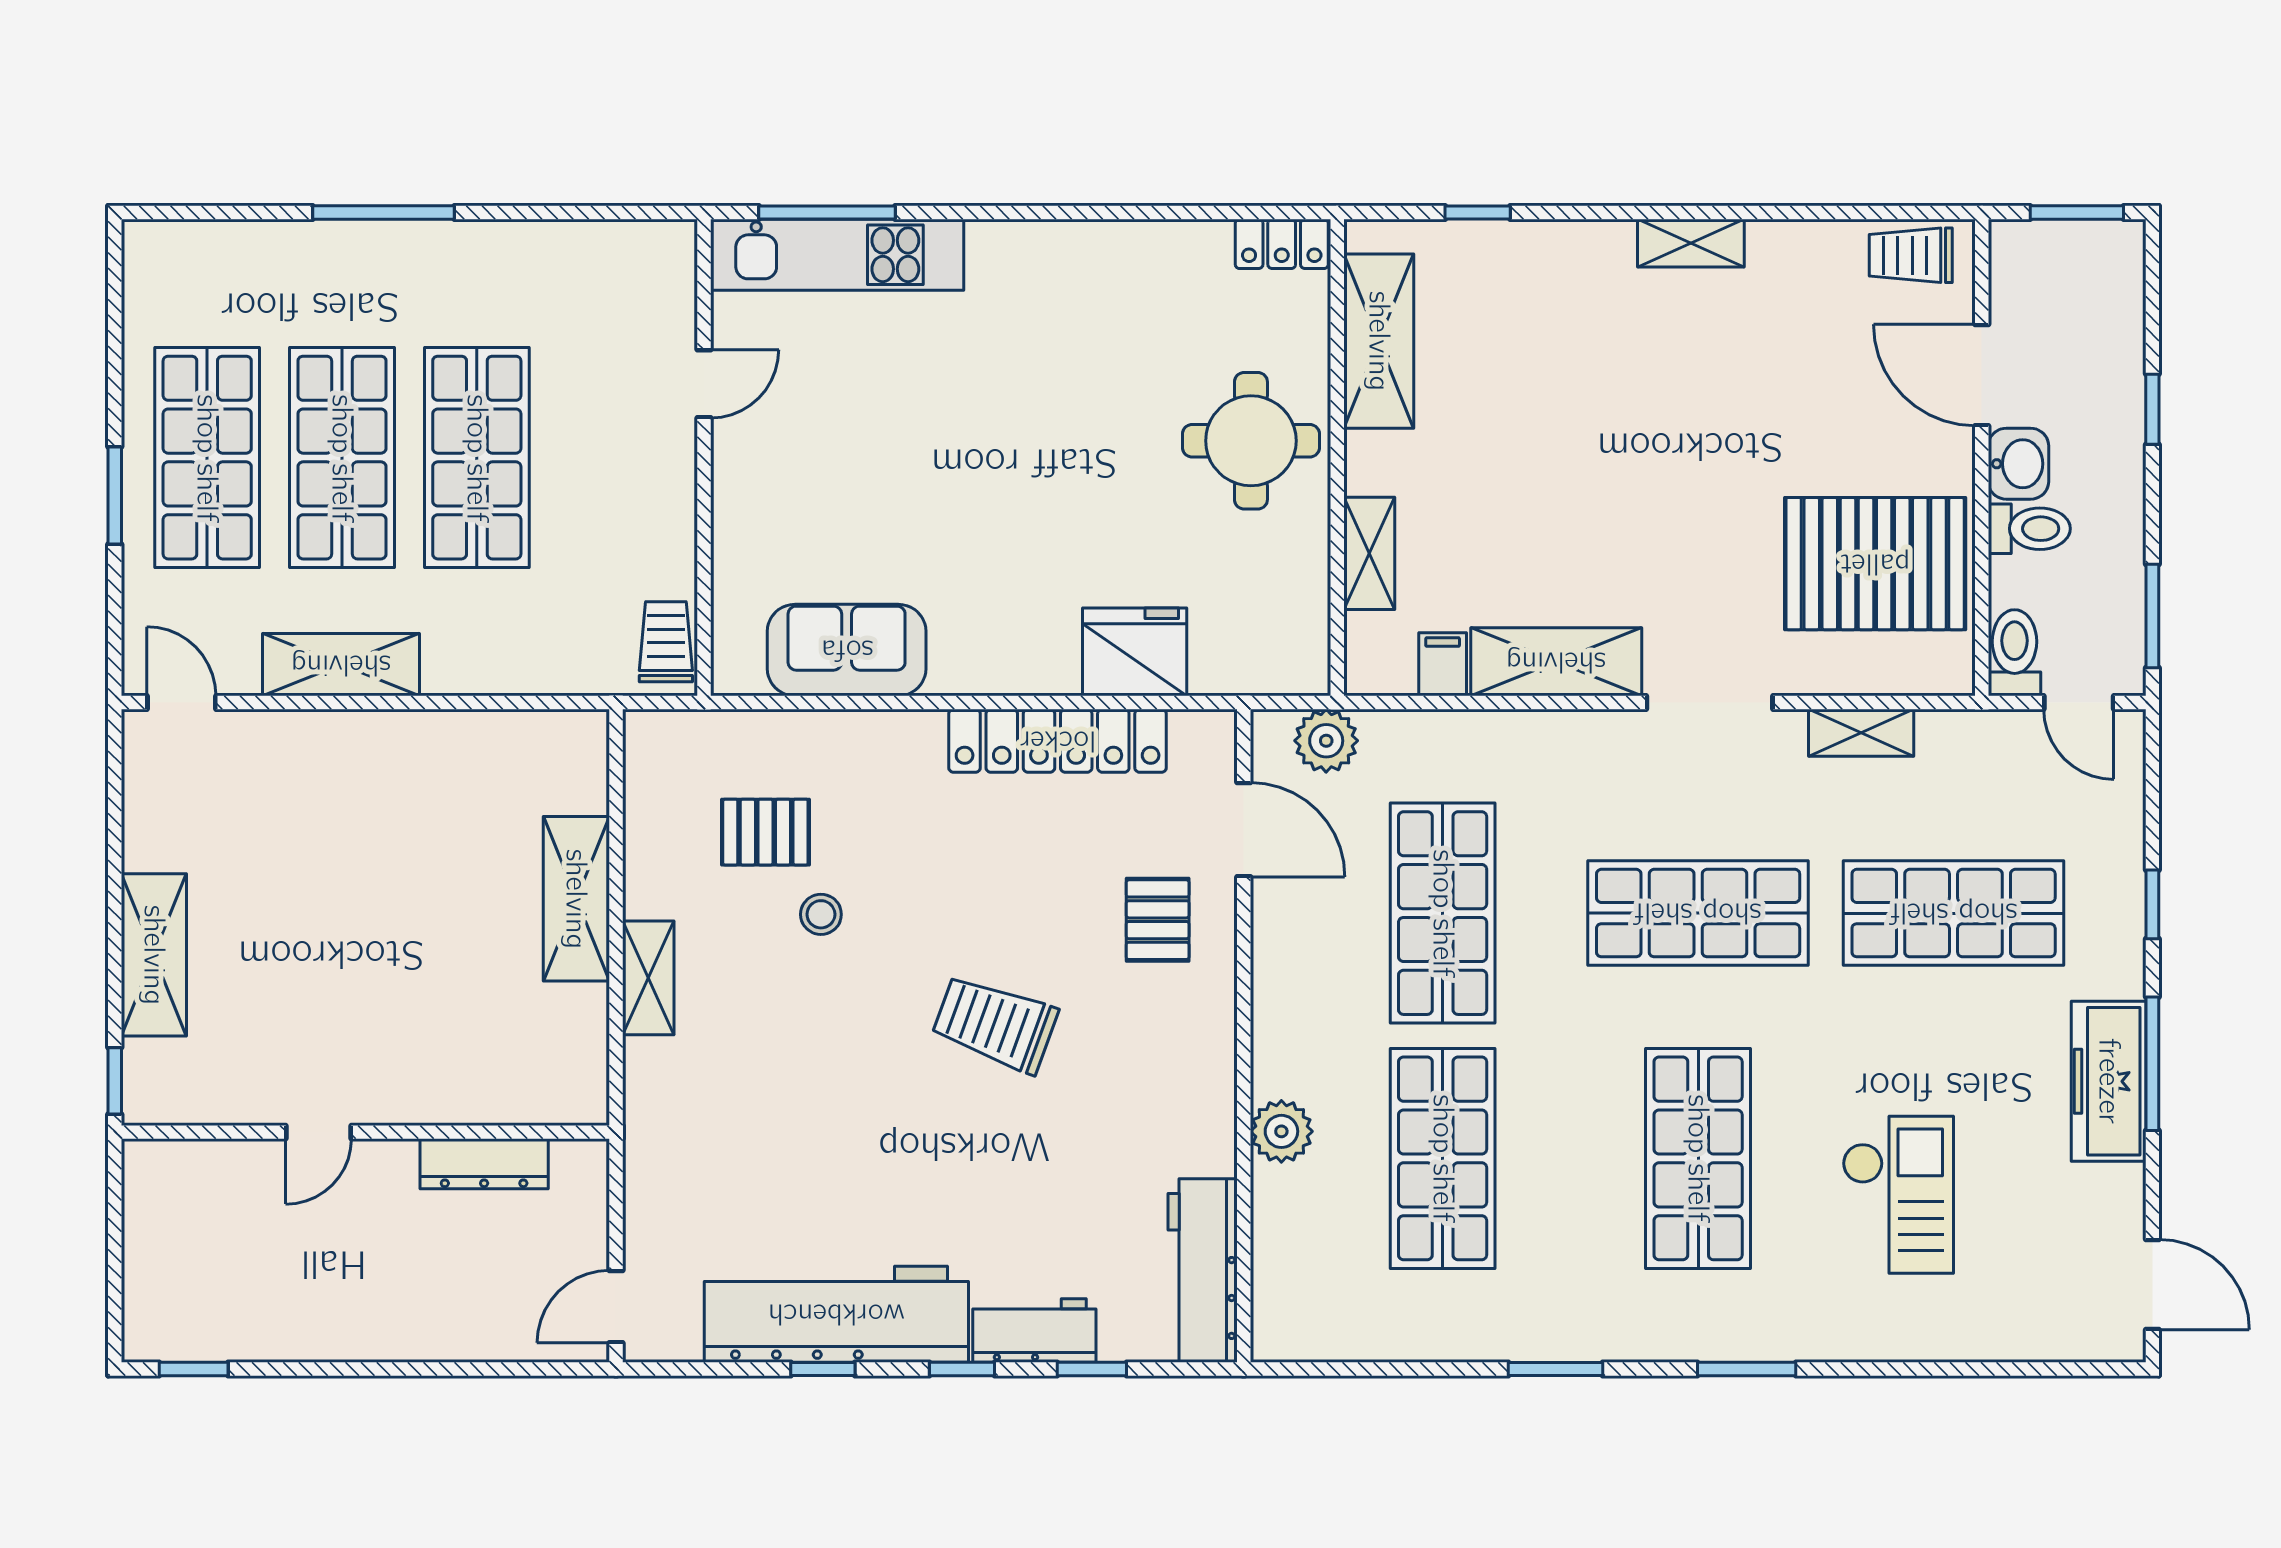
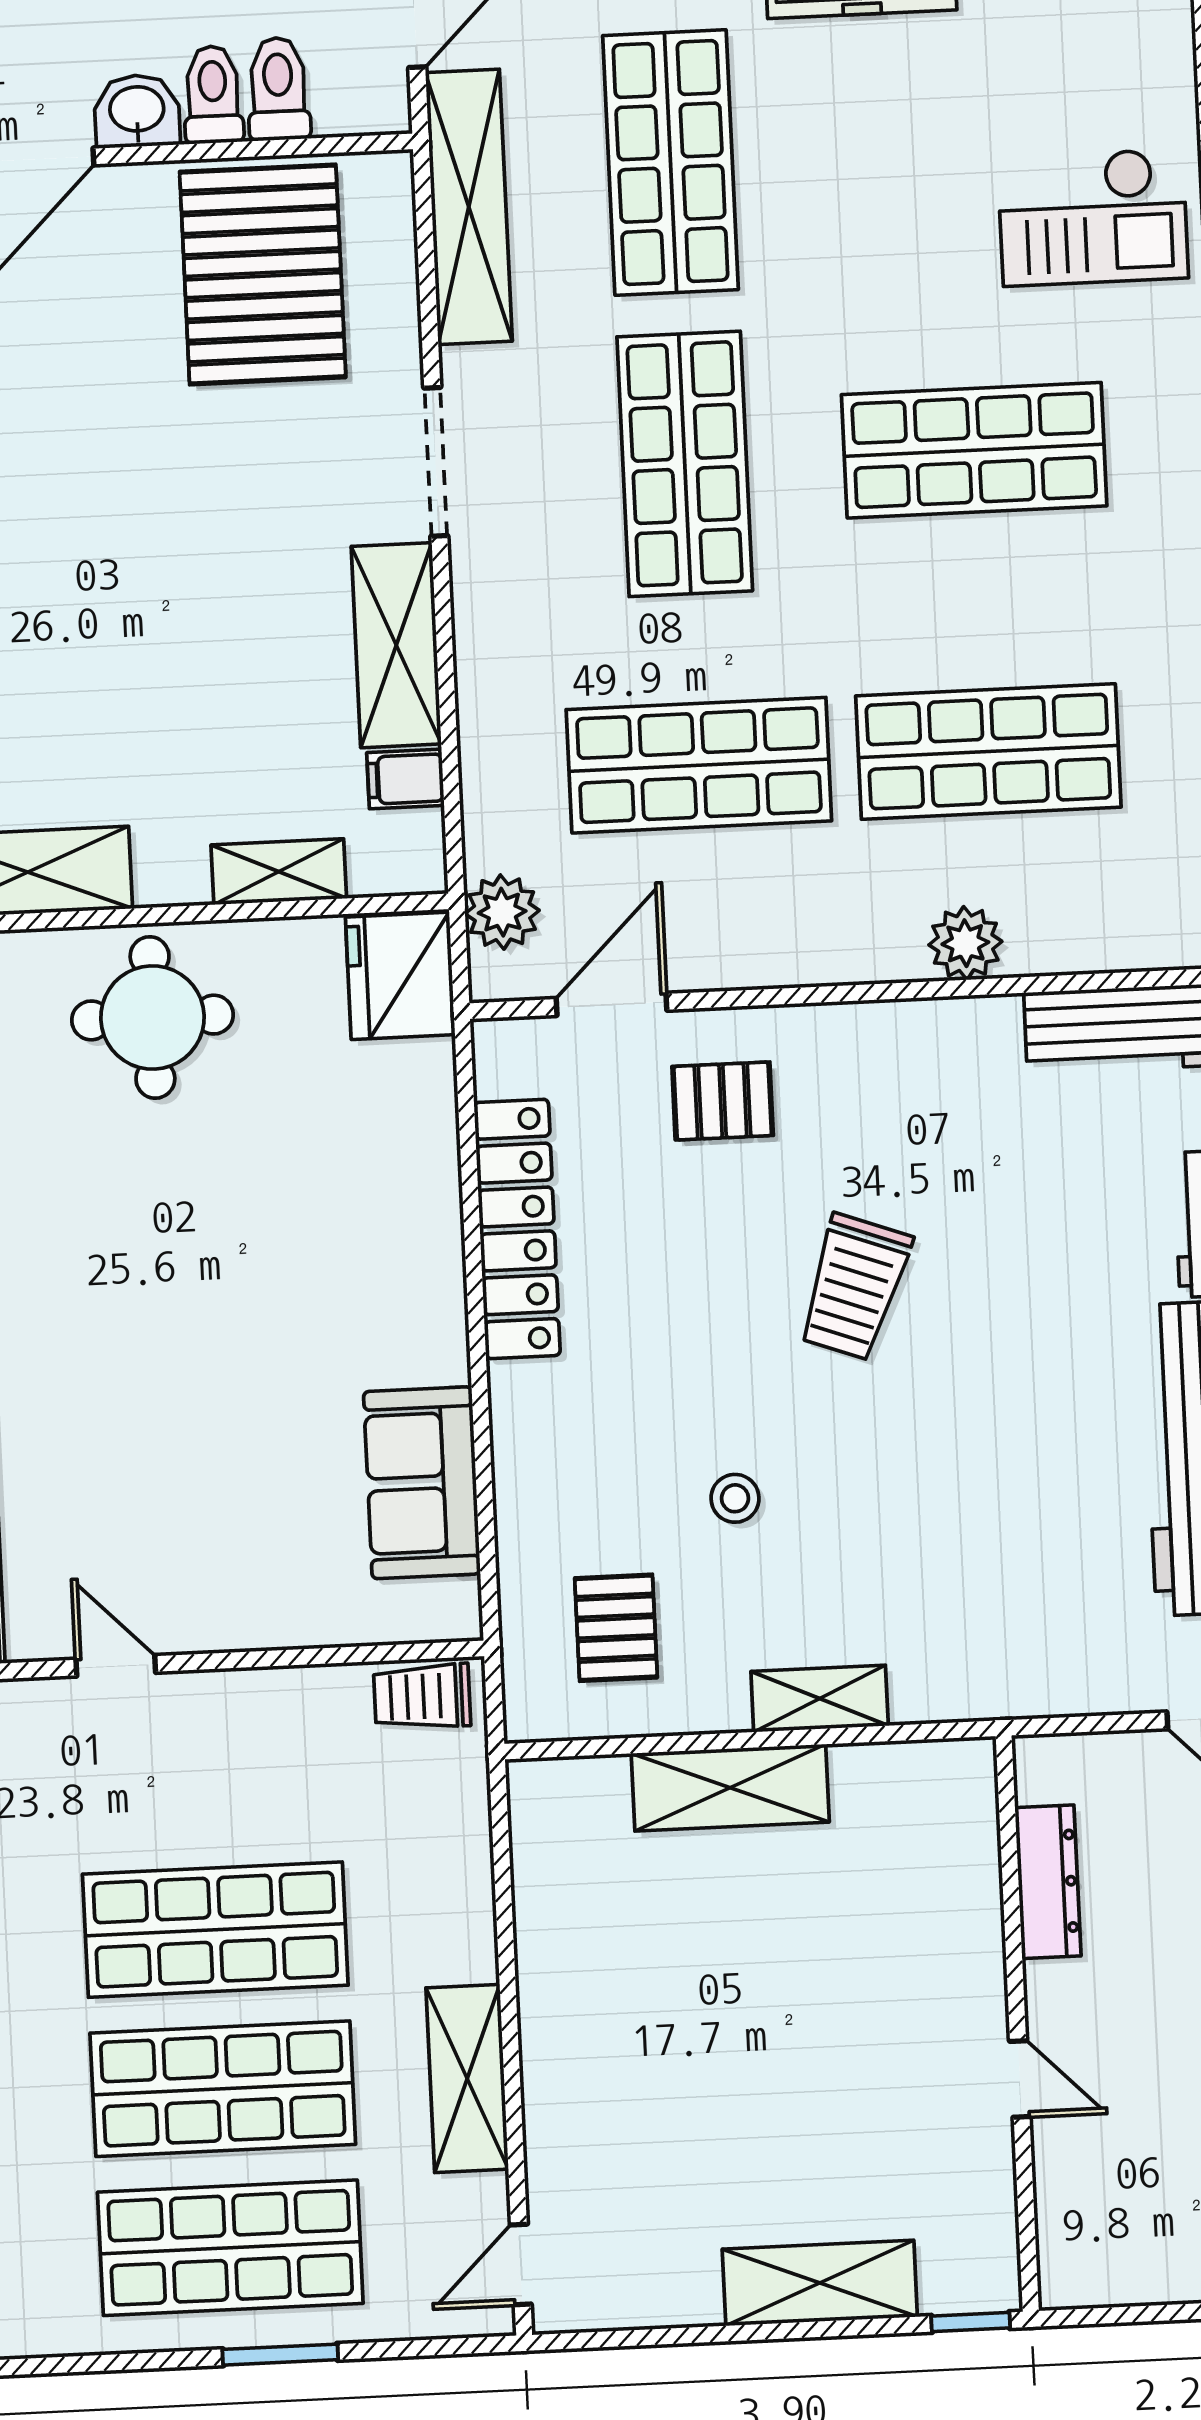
fridge: (1135, 652) -> (400, 976), moved
toilet: (2015, 653) -> (278, 89), moved, turned 90
shelving: (1861, 733) -> (469, 207), width x2.20, depth x1.33
pallet: (765, 832) -> (616, 1628), moved
checkout: (1898, 1195) -> (1093, 217), moved, turned 180

